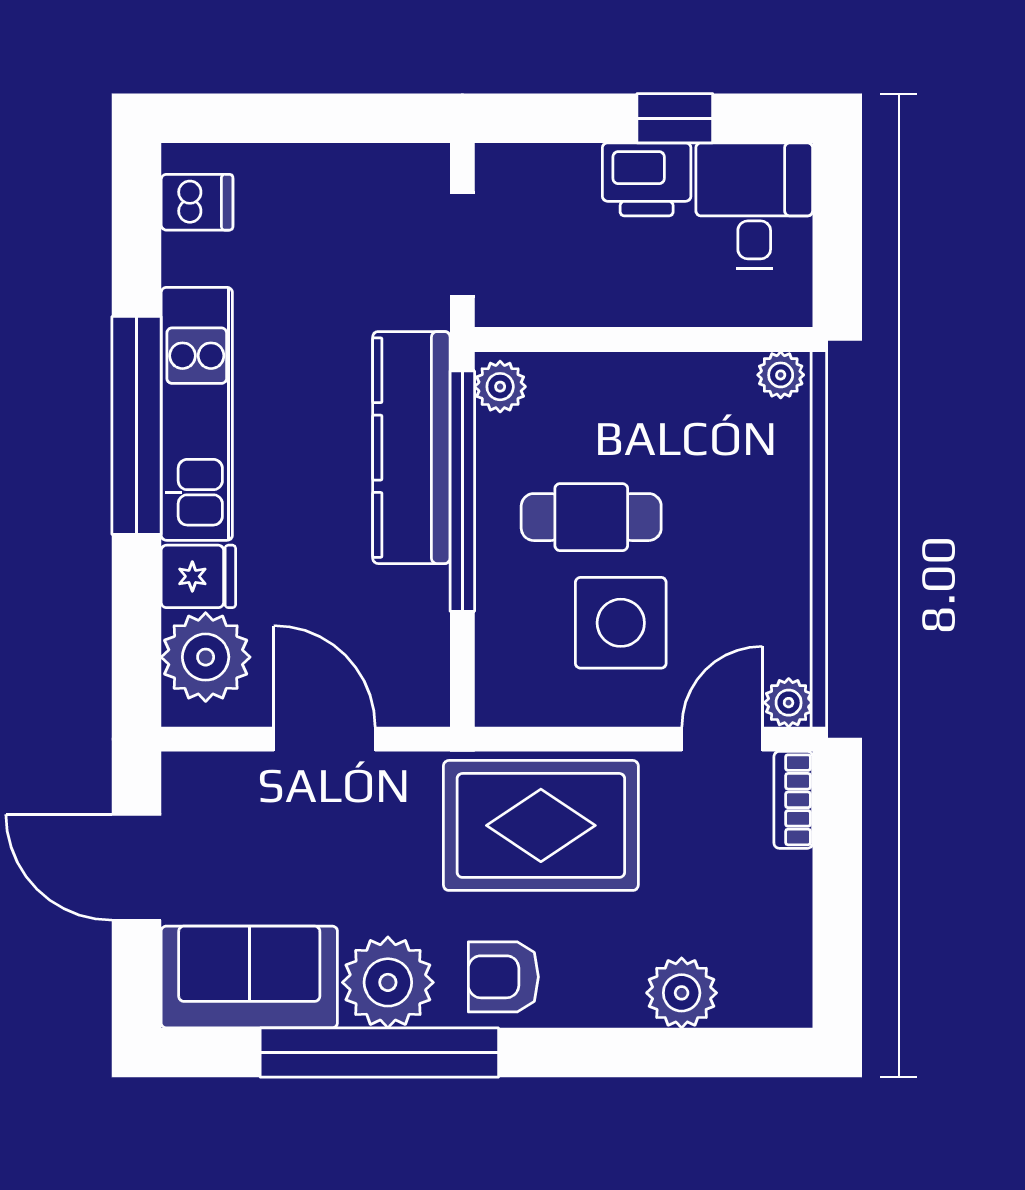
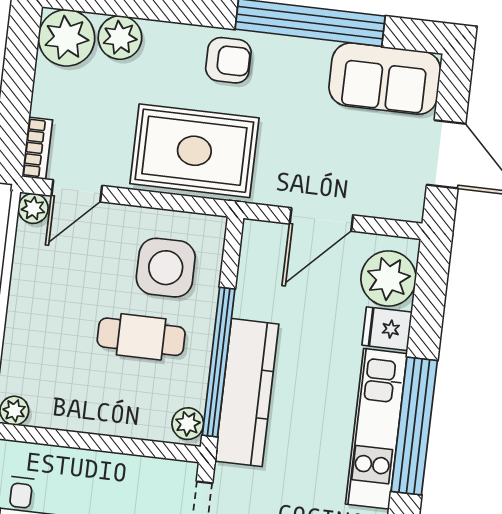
side table: (621, 623) -> (166, 268), moved
door: (324, 739) -> (321, 220), hinge flipped
plant: (388, 982) -> (67, 38), moved

